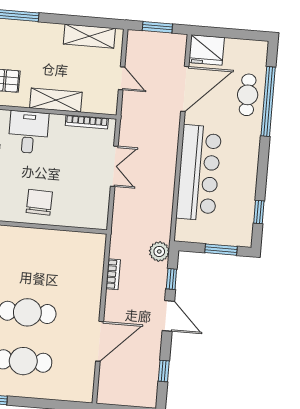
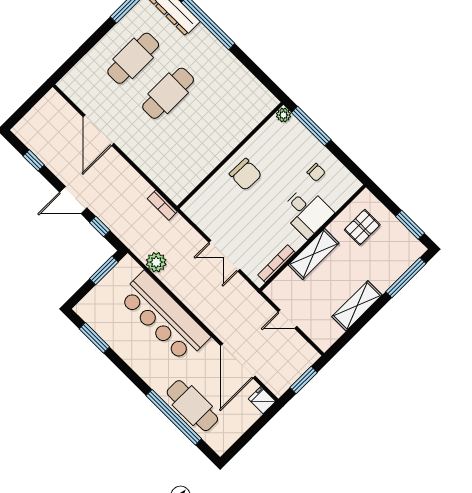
shelving: (89, 36) -> (357, 306), moved
fridge: (207, 50) -> (262, 400), width x0.53, depth x0.75
cafe table: (248, 95) -> (192, 406), width x1.37, depth x1.35
window: (259, 212) -> (94, 338), width x1.50
window: (221, 250) -> (104, 270), moved
plant: (159, 251) -> (156, 262), moved
bookcase: (113, 274) -> (162, 205), moved

